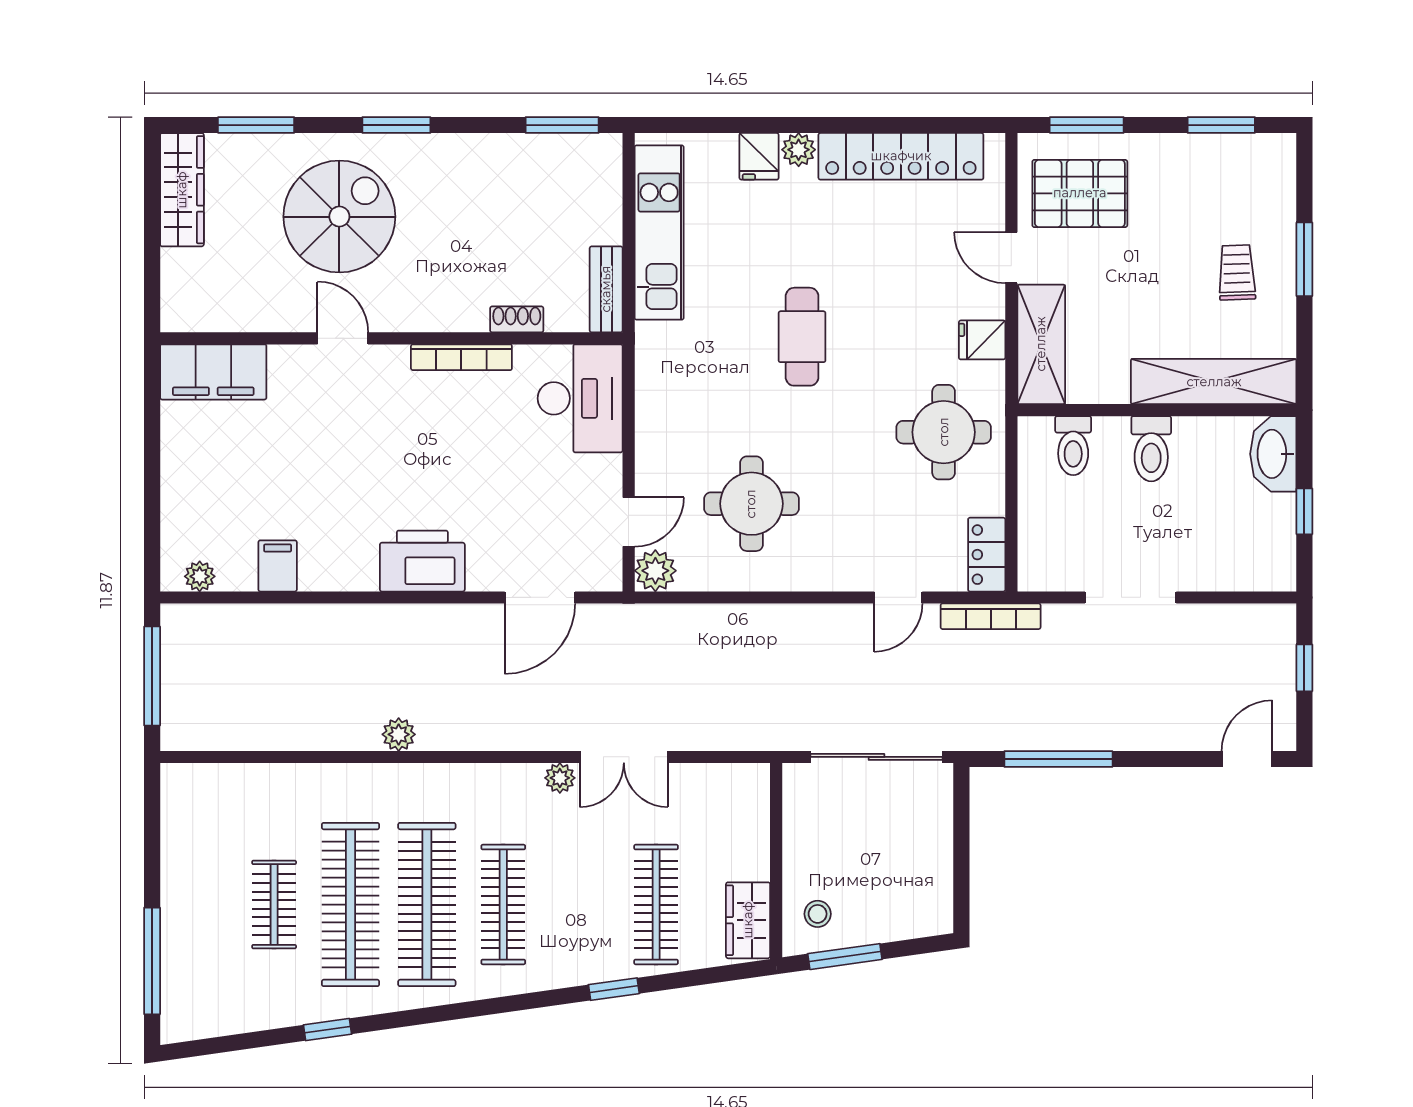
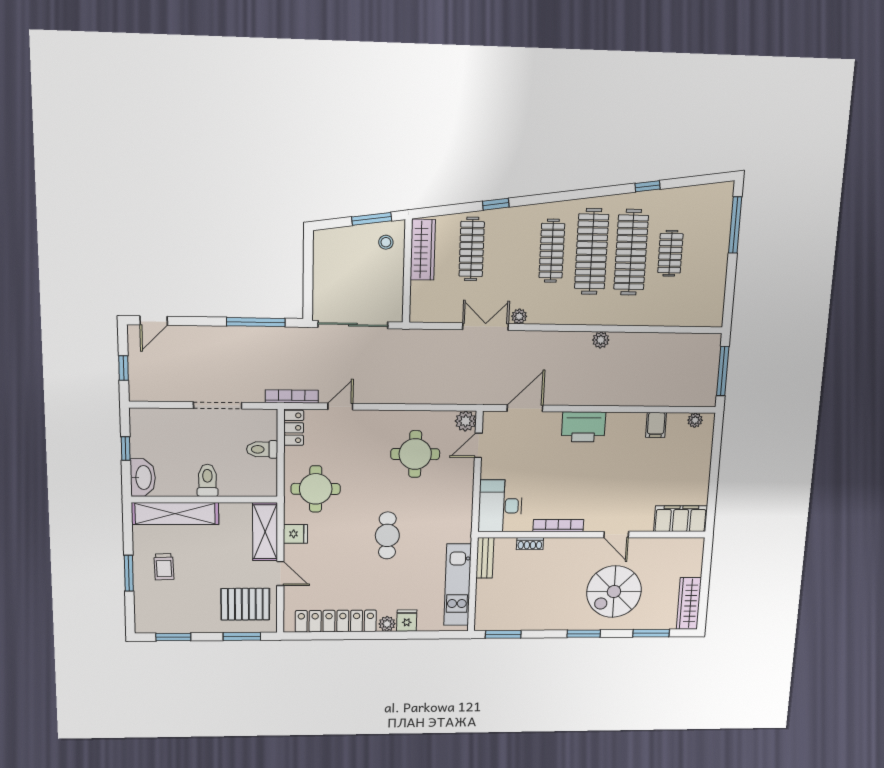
toilet: (1073, 446) -> (262, 449), moved, turned -90
wardrobe: (748, 920) -> (423, 250), width x1.50

